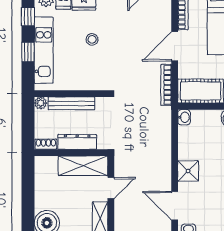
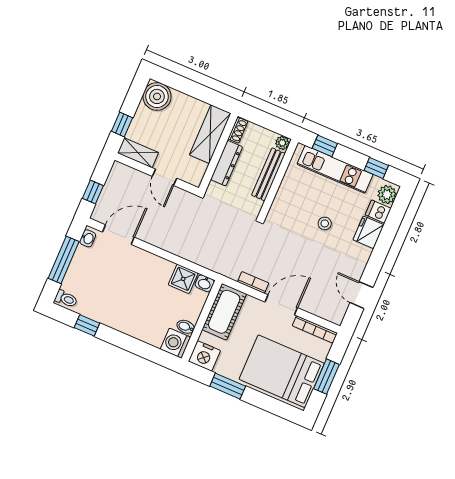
door: (175, 46) -> (281, 305), hinge flipped
window: (28, 52) -> (325, 146), moved
bookcase: (166, 85) -> (253, 282), width x0.64
shelving: (83, 166) -> (210, 134), moved
shower: (188, 171) -> (183, 279), moved

